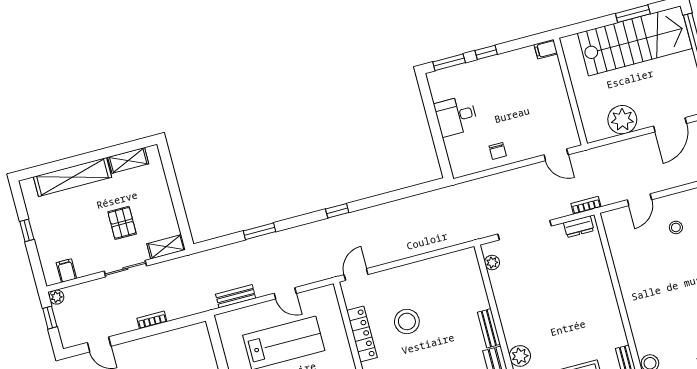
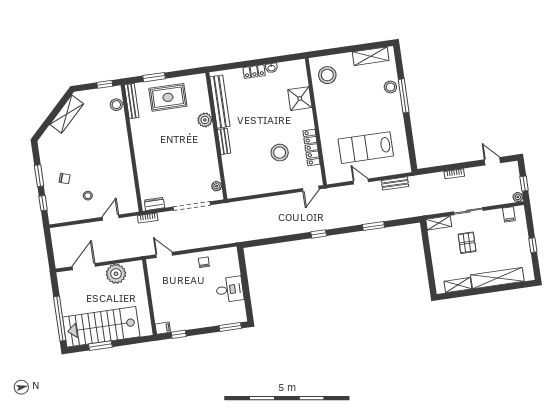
window: (486, 52) -> (179, 334), moved

